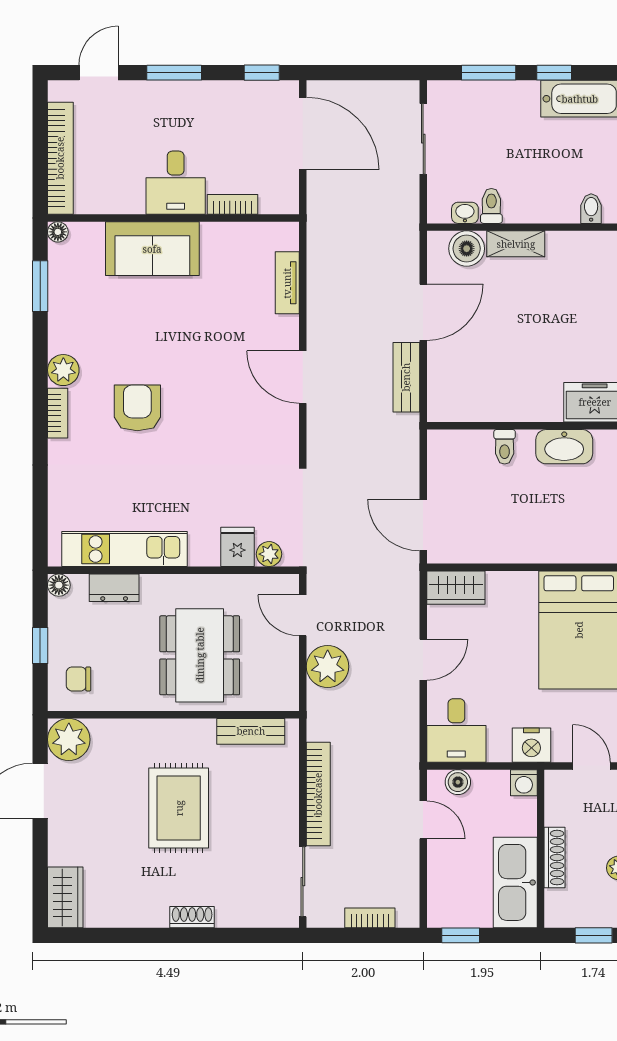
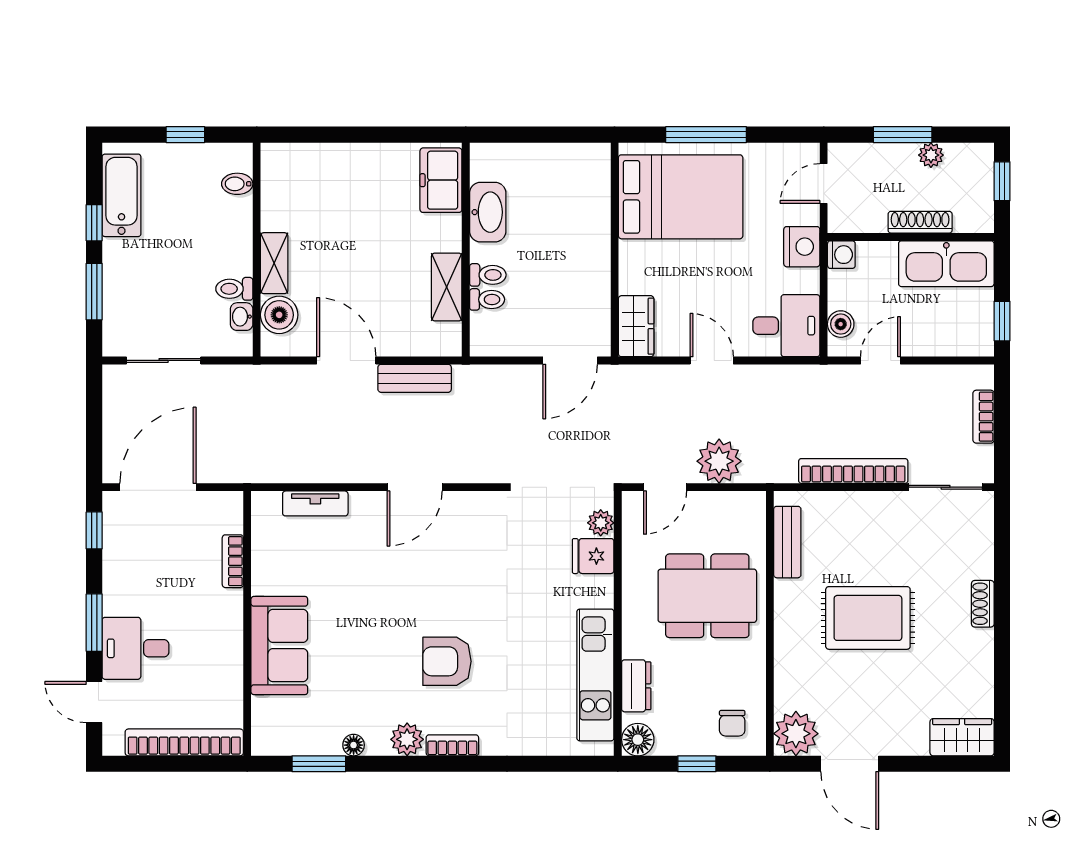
desk: (176, 183) -> (135, 648), moved, turned 180
floor lamp: (58, 232) -> (354, 745), moved
shelving: (493, 408) -> (447, 287), added
toilet: (481, 446) -> (487, 299), added
floor lamp: (59, 585) -> (638, 740), width x1.37, depth x1.37

